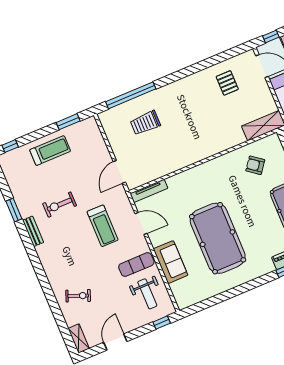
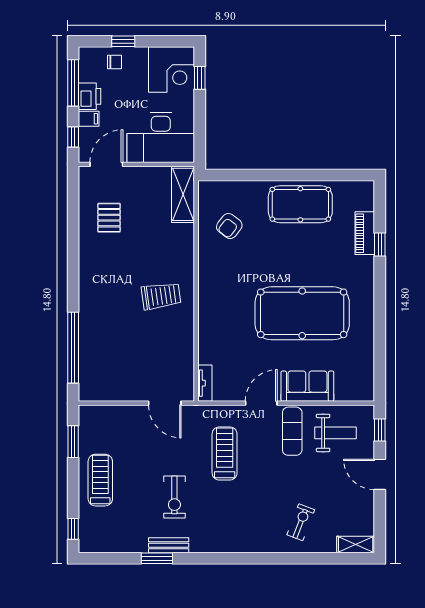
pallet: (227, 83) -> (109, 218), turned 90
trolley: (145, 123) -> (161, 296), moved, turned -98
tv unit: (149, 191) -> (205, 383), width x0.71
door: (141, 224) -> (261, 403), moved
treadmill: (103, 226) -> (225, 453), turned -90
bench: (33, 231) -> (169, 545), moved
door: (115, 342) -> (380, 474), moved

